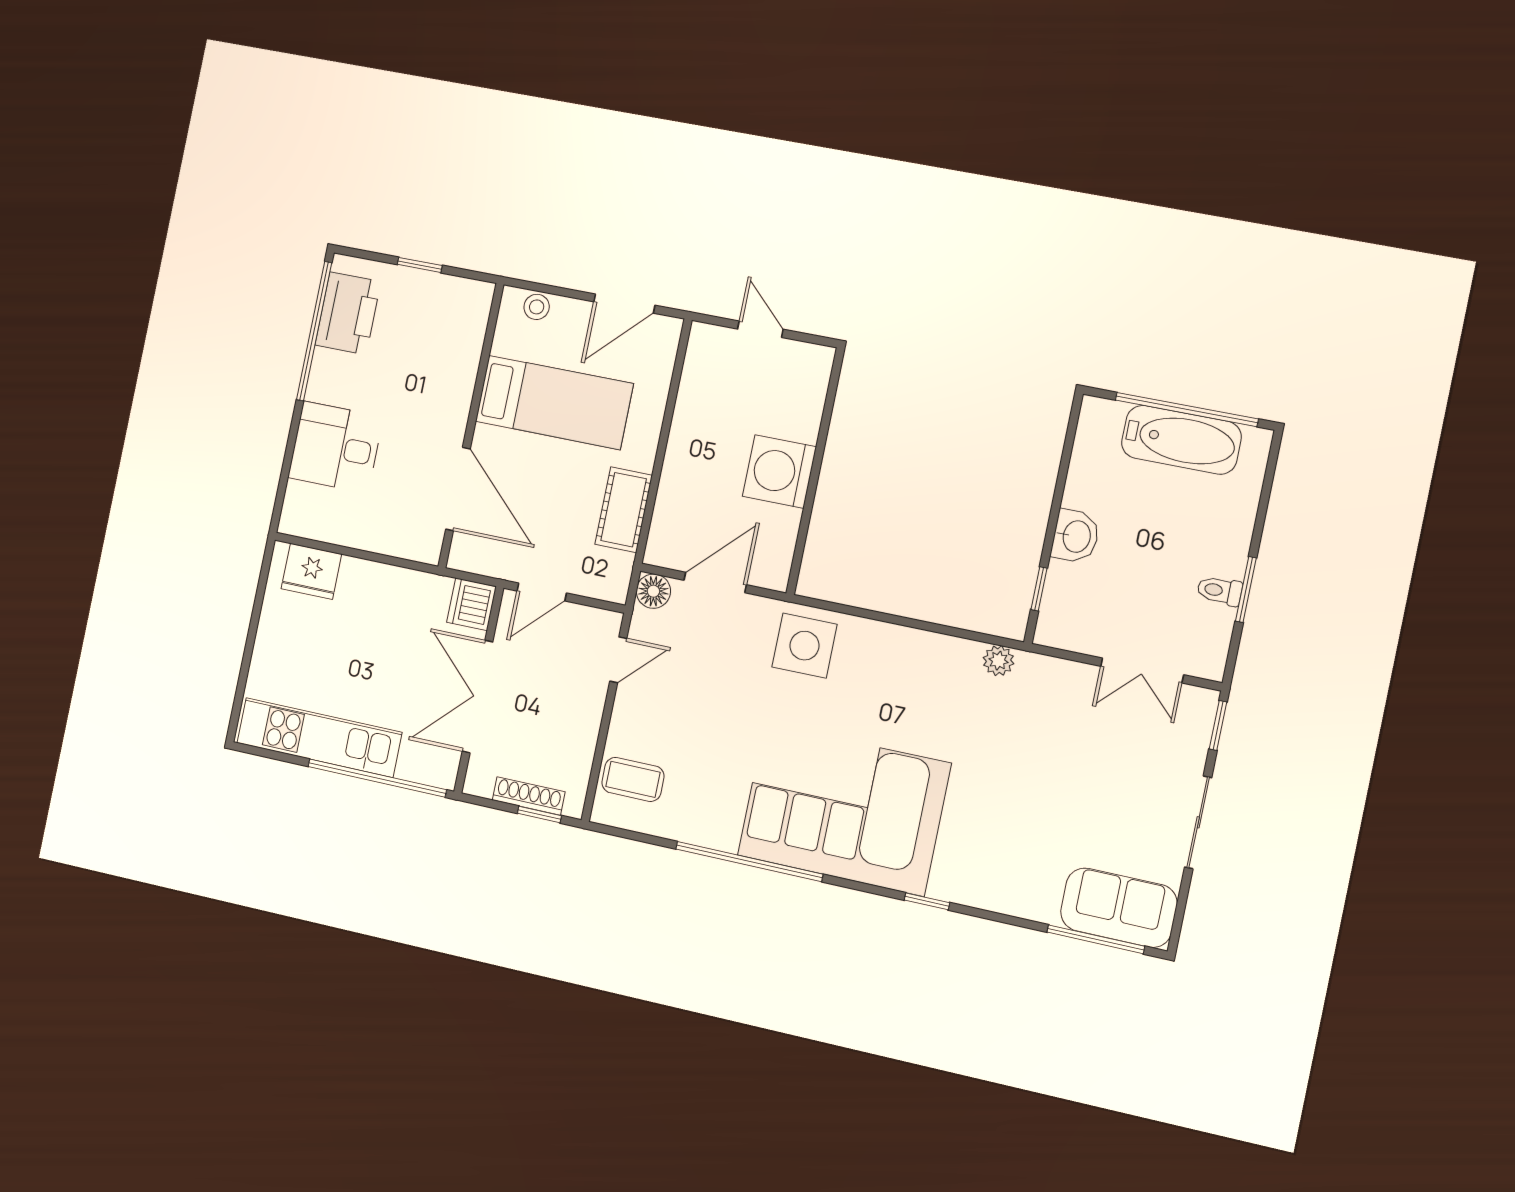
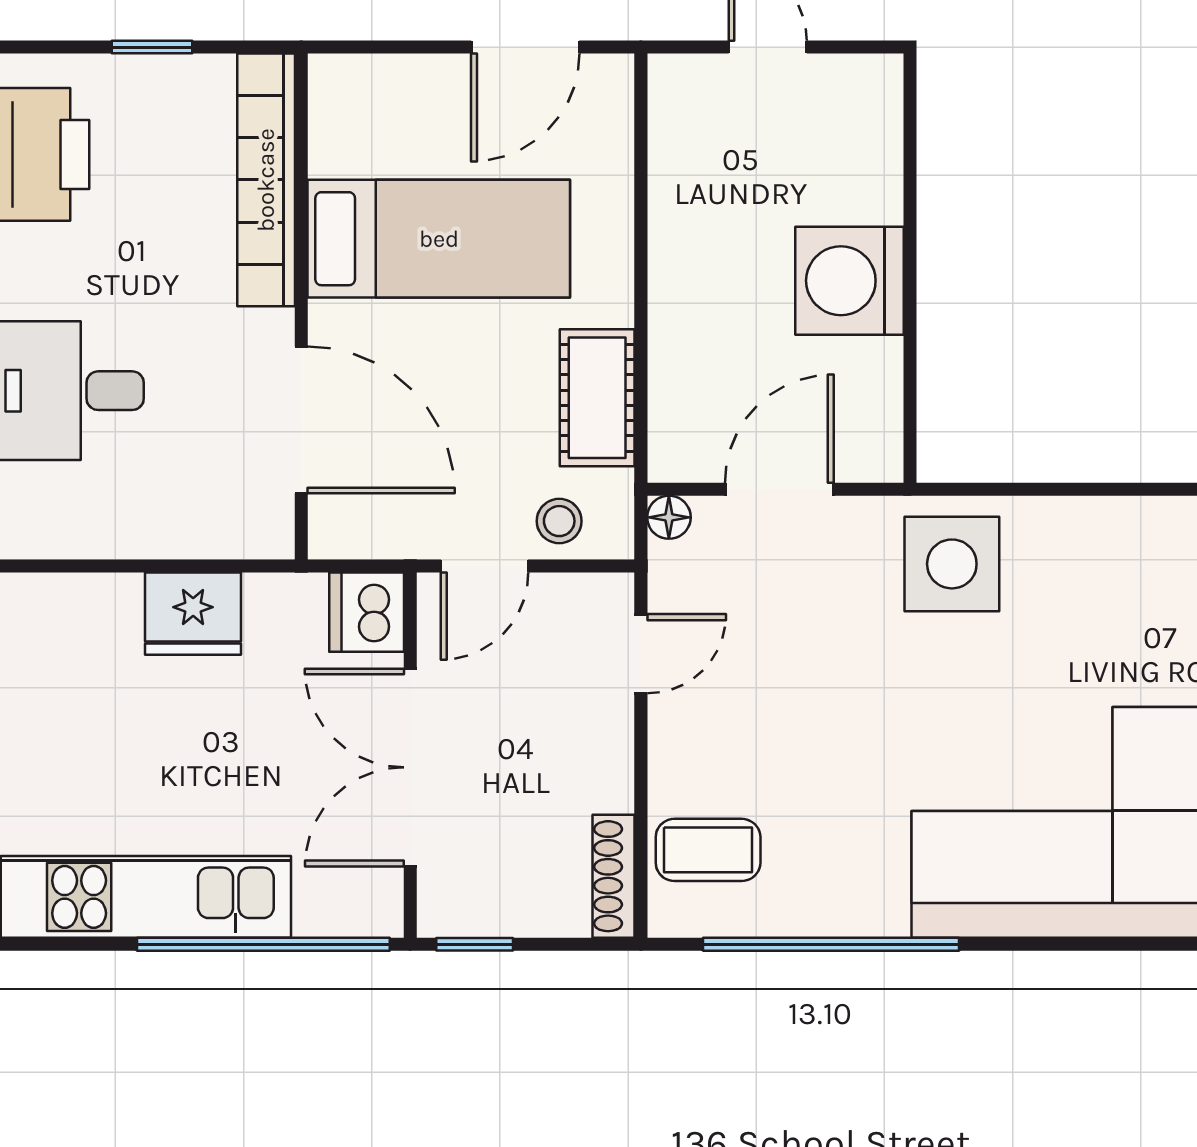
stool: (537, 307) -> (559, 521), moved
bookcase: (466, 351) -> (266, 180), added
fridge: (311, 571) -> (193, 614), moved
floor lamp: (653, 591) -> (669, 517), width x0.73, depth x0.73
shoe rack: (529, 796) -> (614, 876), moved, turned -90
window: (539, 814) -> (475, 944), moved
window: (749, 862) -> (831, 944), moved

